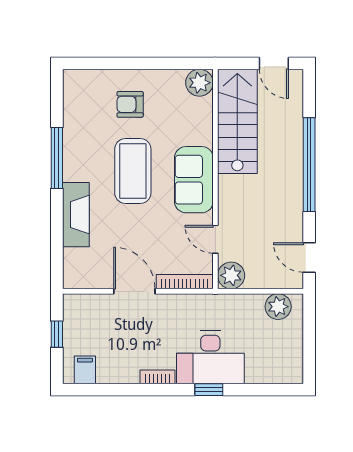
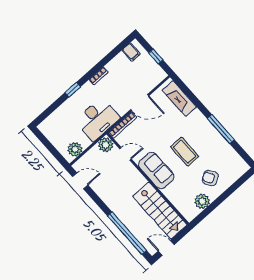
plant: (199, 83) -> (202, 201), moved
armchair: (130, 104) -> (210, 178), turned -121
window: (309, 165) -> (127, 233), moved
coffee table: (133, 171) -> (185, 152), width x0.73, depth x0.76
fireplace: (76, 215) -> (179, 98), moved
desk: (210, 357) -> (97, 119), moved, turned 180

